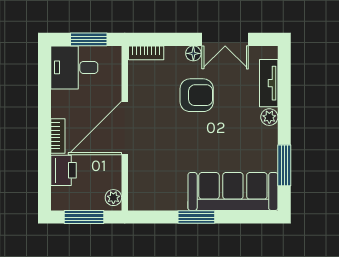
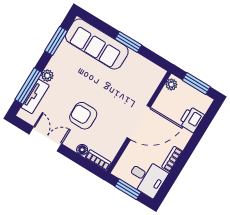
floor lamp: (193, 53) -> (82, 150), moved
window: (284, 91) -> (29, 86), added
bookcase: (58, 136) -> (172, 159), moved

